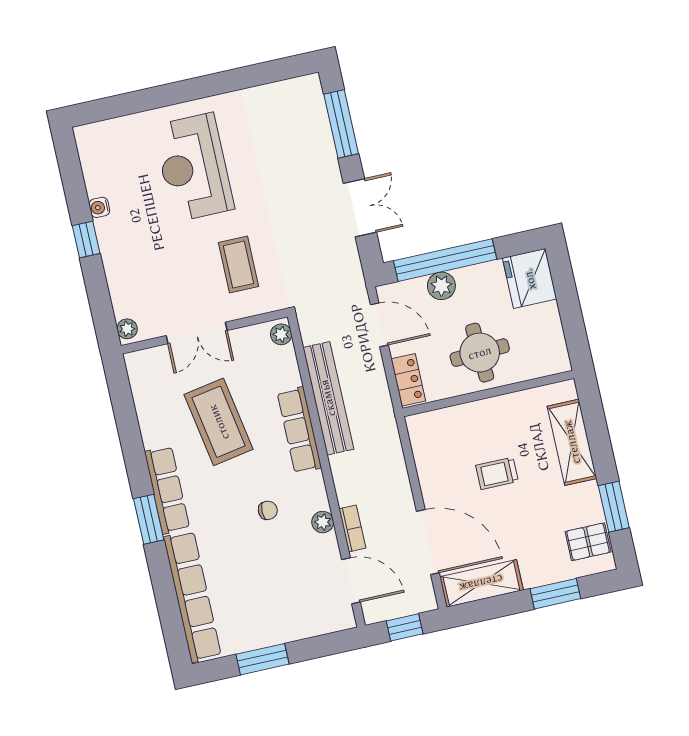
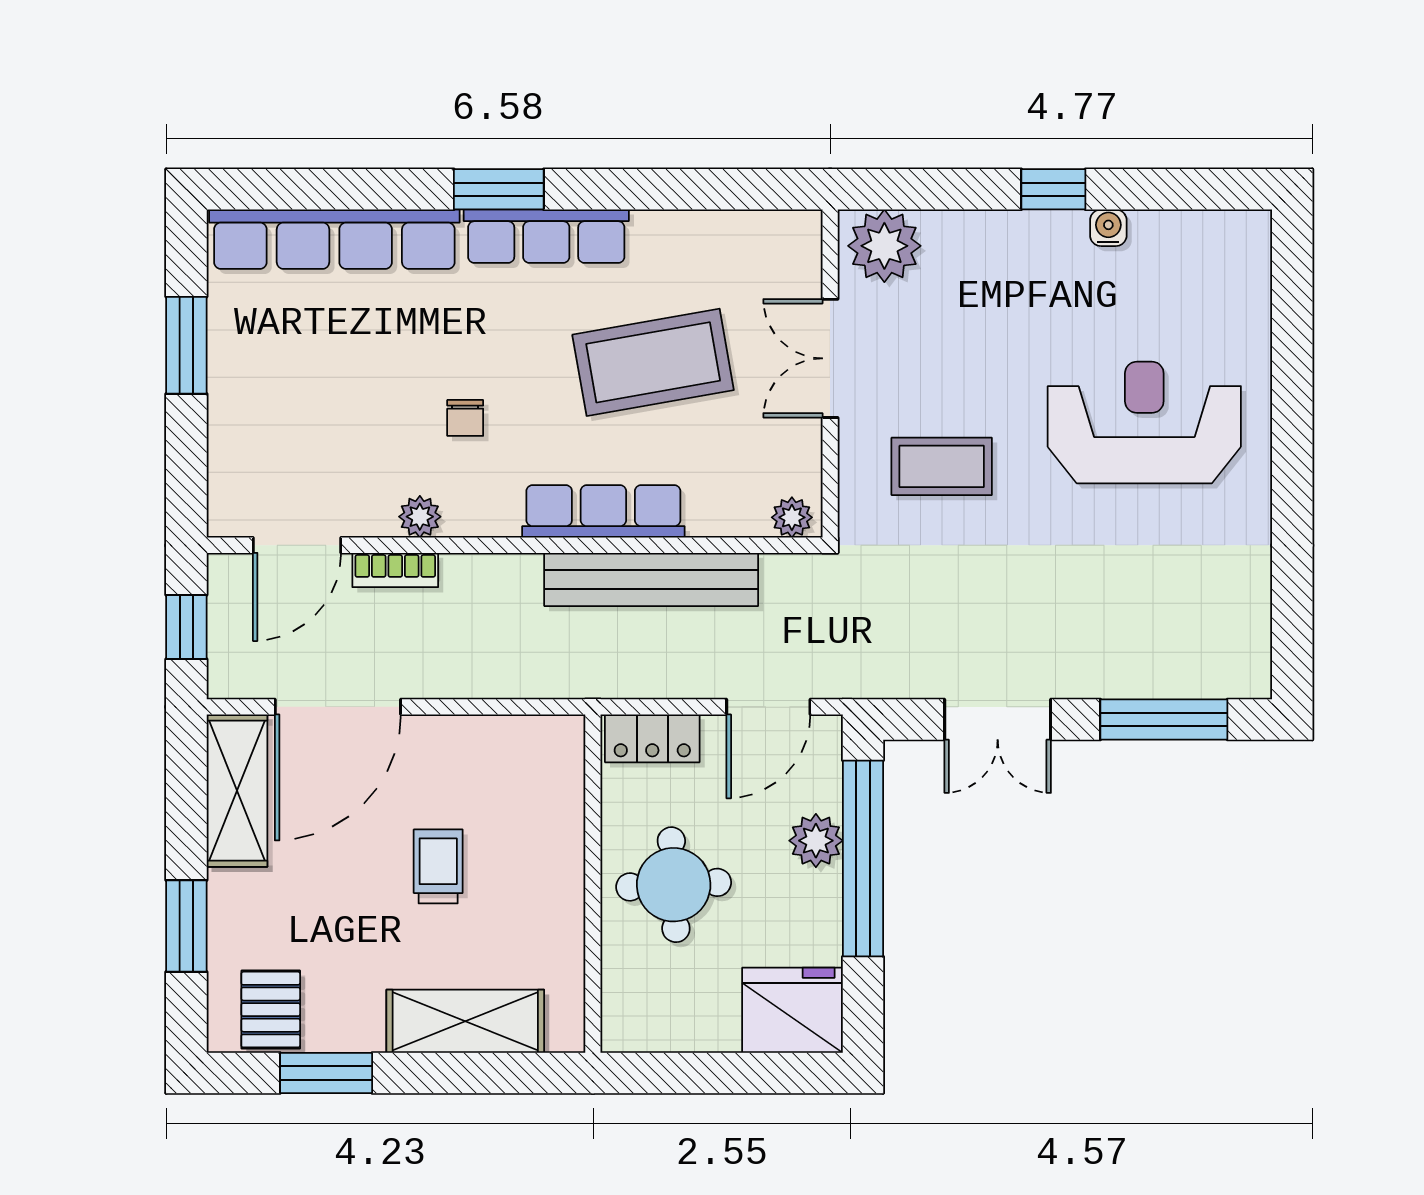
plant: (127, 329) -> (884, 246), width x1.88, depth x1.88

